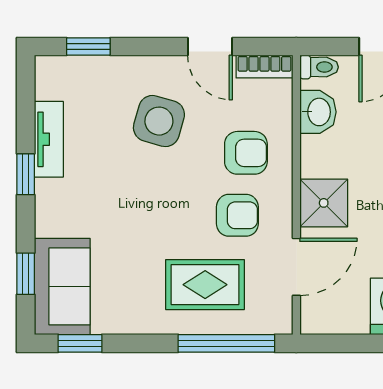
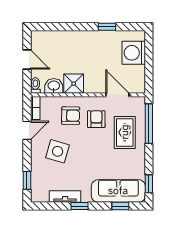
armchair: (246, 153) -> (71, 116), turned 91
shower: (324, 203) -> (74, 84), moved
sofa: (62, 286) -> (118, 191), width x1.36

